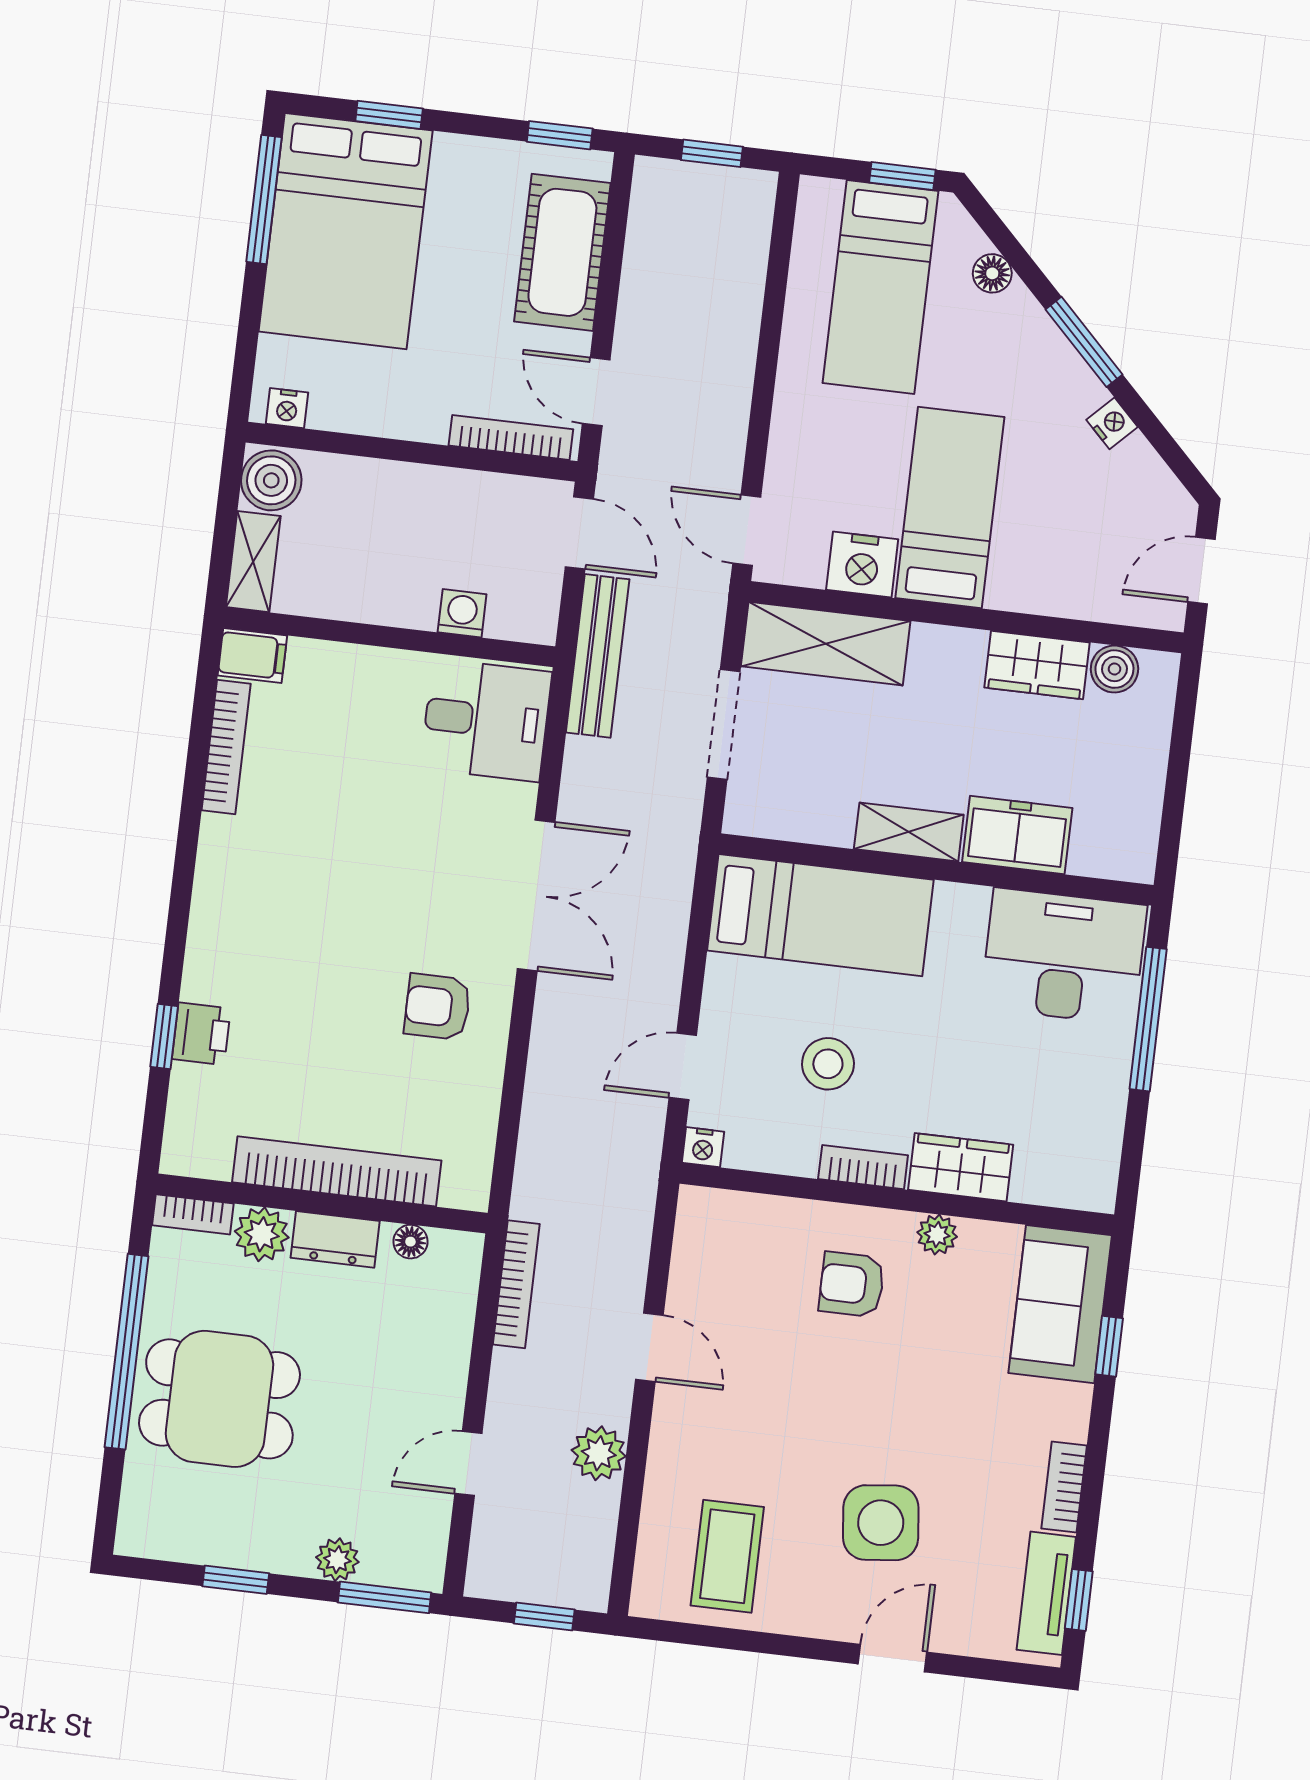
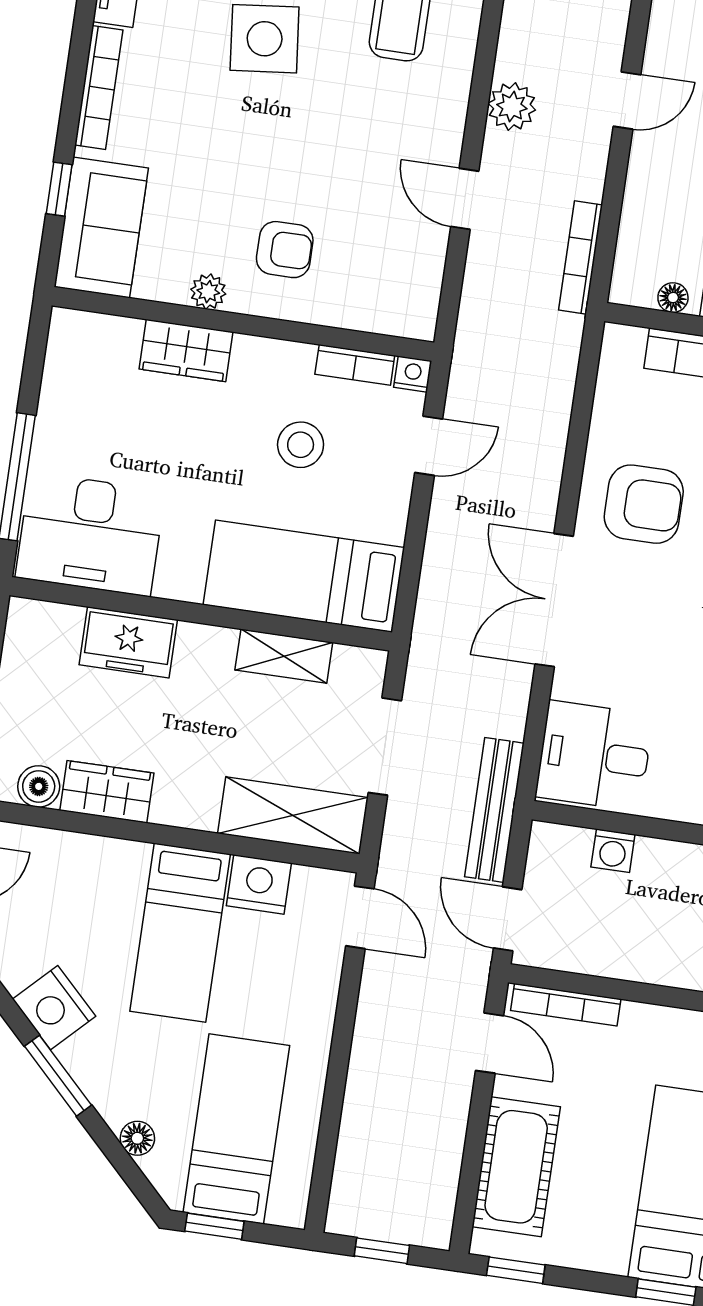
nightstand: (1112, 423) -> (54, 1008), width x1.89, depth x1.79
shelving: (909, 832) -> (284, 656), moved
armchair: (437, 1007) -> (644, 504), width x1.38, depth x1.38
bookcase: (863, 1167) -> (355, 365), moved
bookcase: (1064, 1487) -> (99, 88), width x1.56

